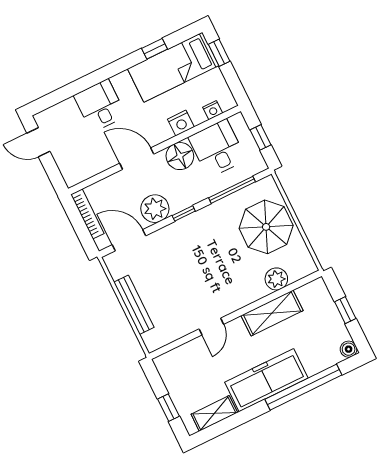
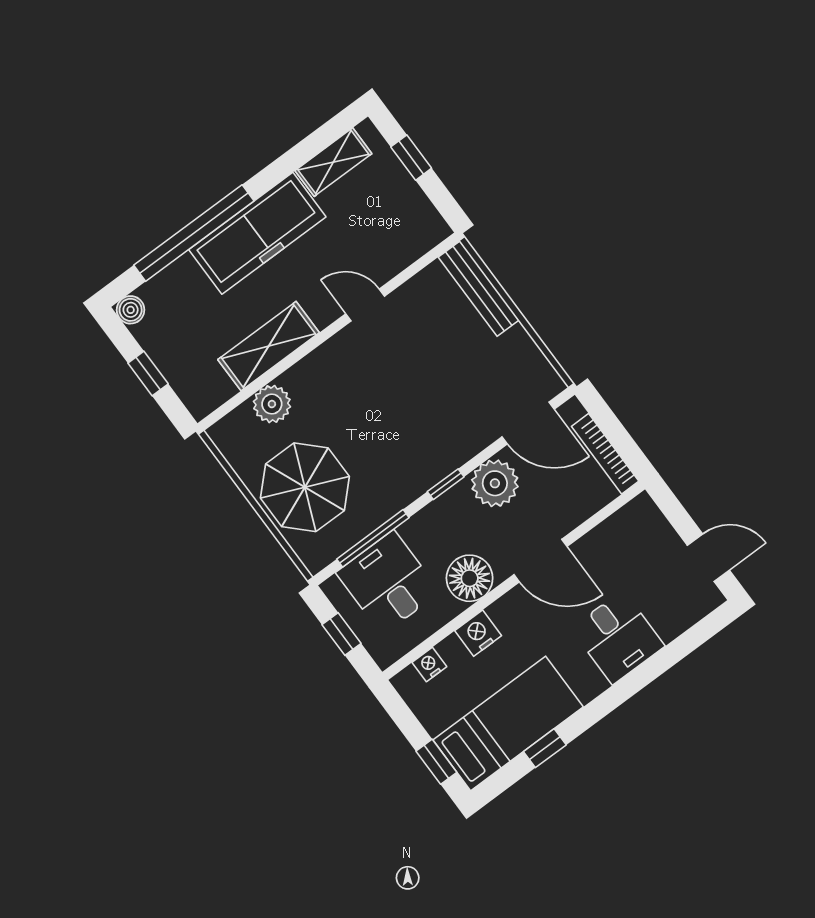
desk: (217, 148) -> (388, 582), moved, turned 180
bench: (134, 305) -> (479, 289), moved
door: (211, 327) -> (365, 305), hinge flipped

